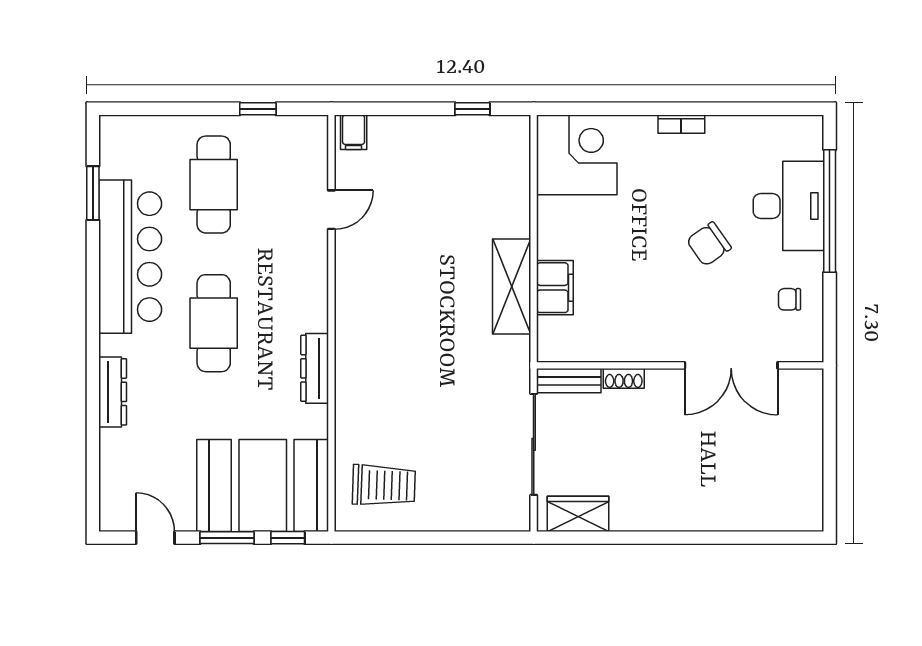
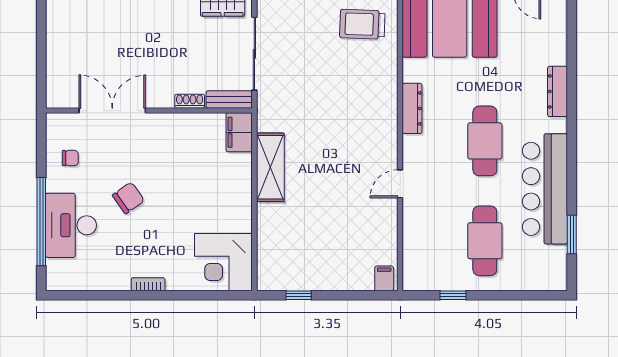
door: (331, 210) -> (400, 184), moved
filing cabinet: (555, 288) -> (239, 132), moved

